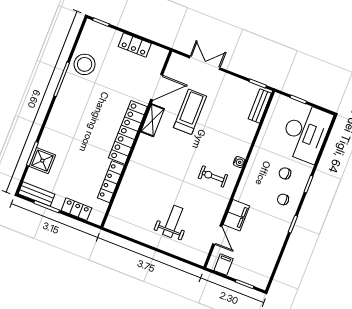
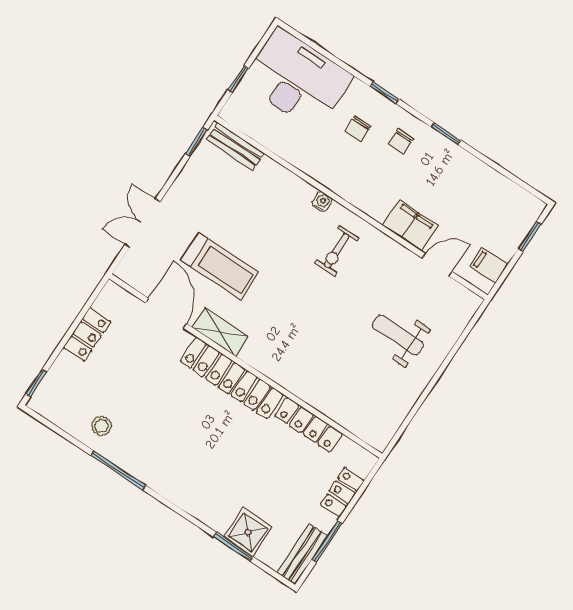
stool: (85, 64) -> (101, 426), width x0.53, depth x0.53
treadmill: (190, 112) -> (220, 266), turned 180

